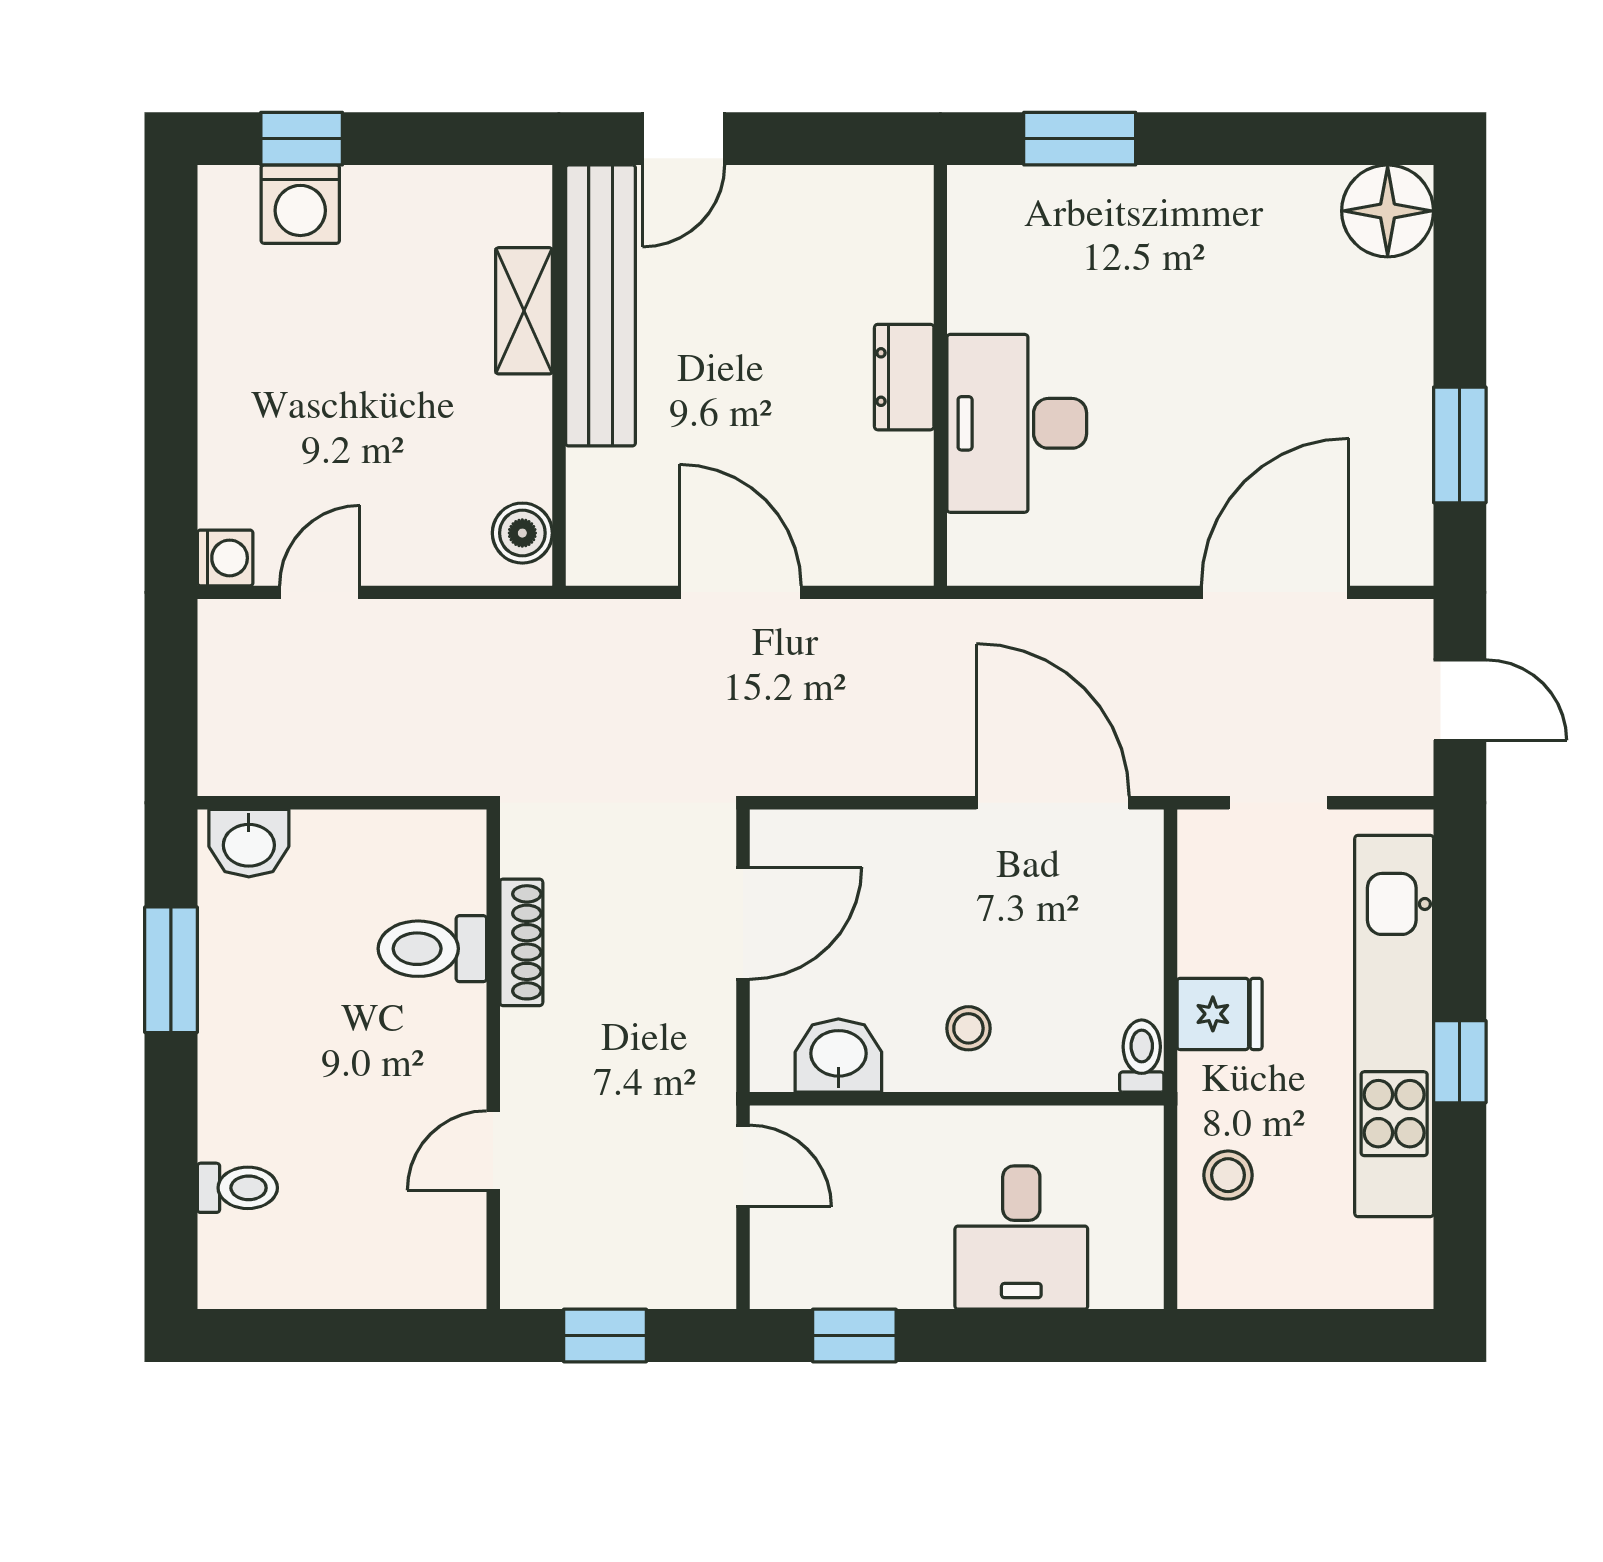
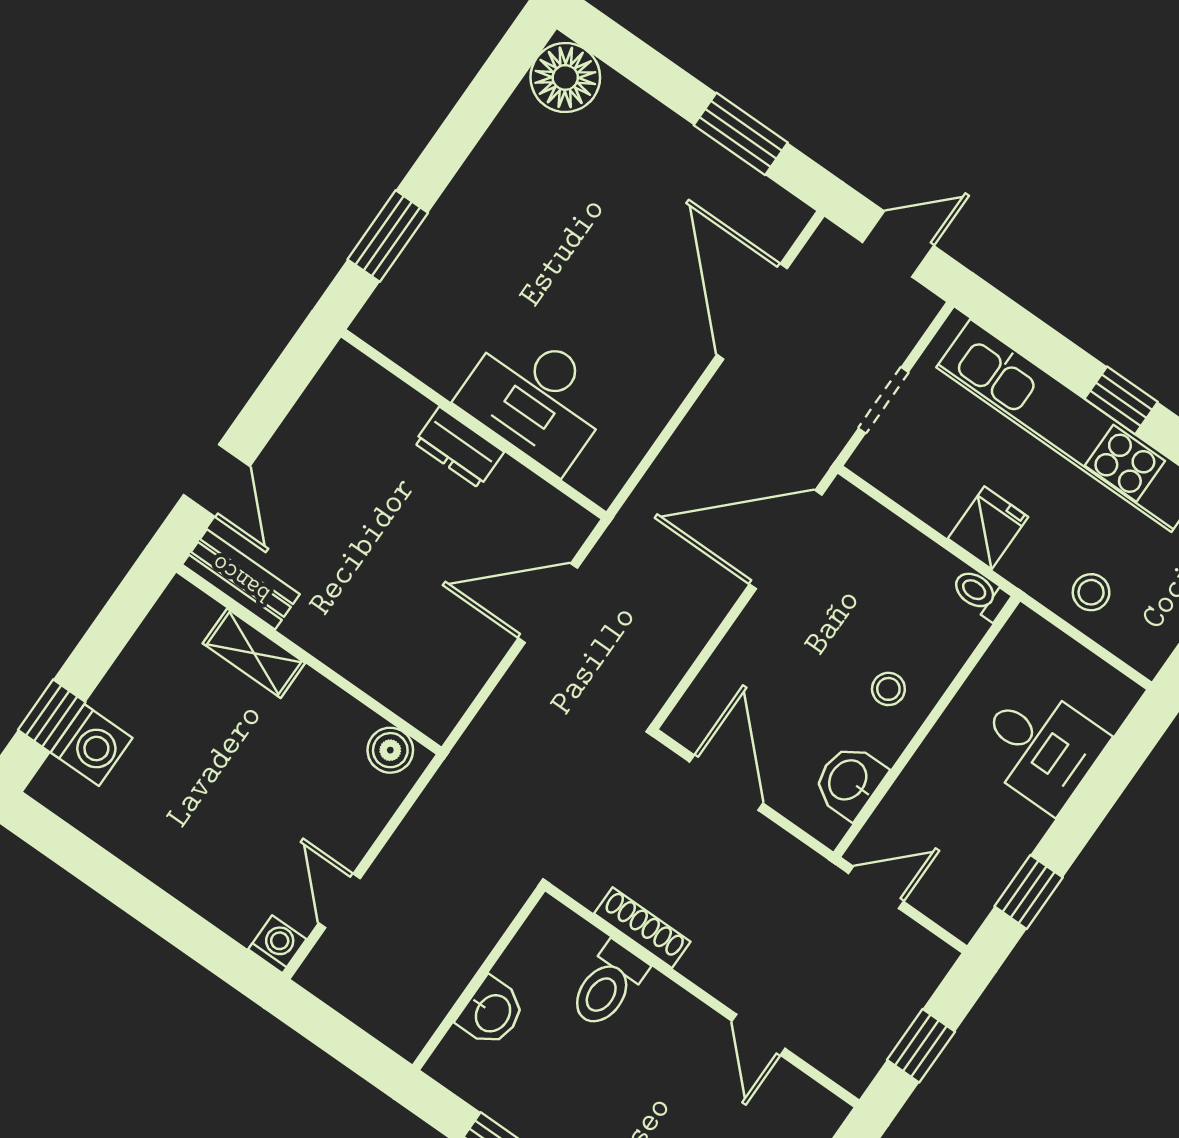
bench: (600, 305) -> (241, 579), width x0.54, depth x0.82
door: (740, 592) -> (548, 603), moved
washbasin: (249, 843) -> (492, 1012), moved

